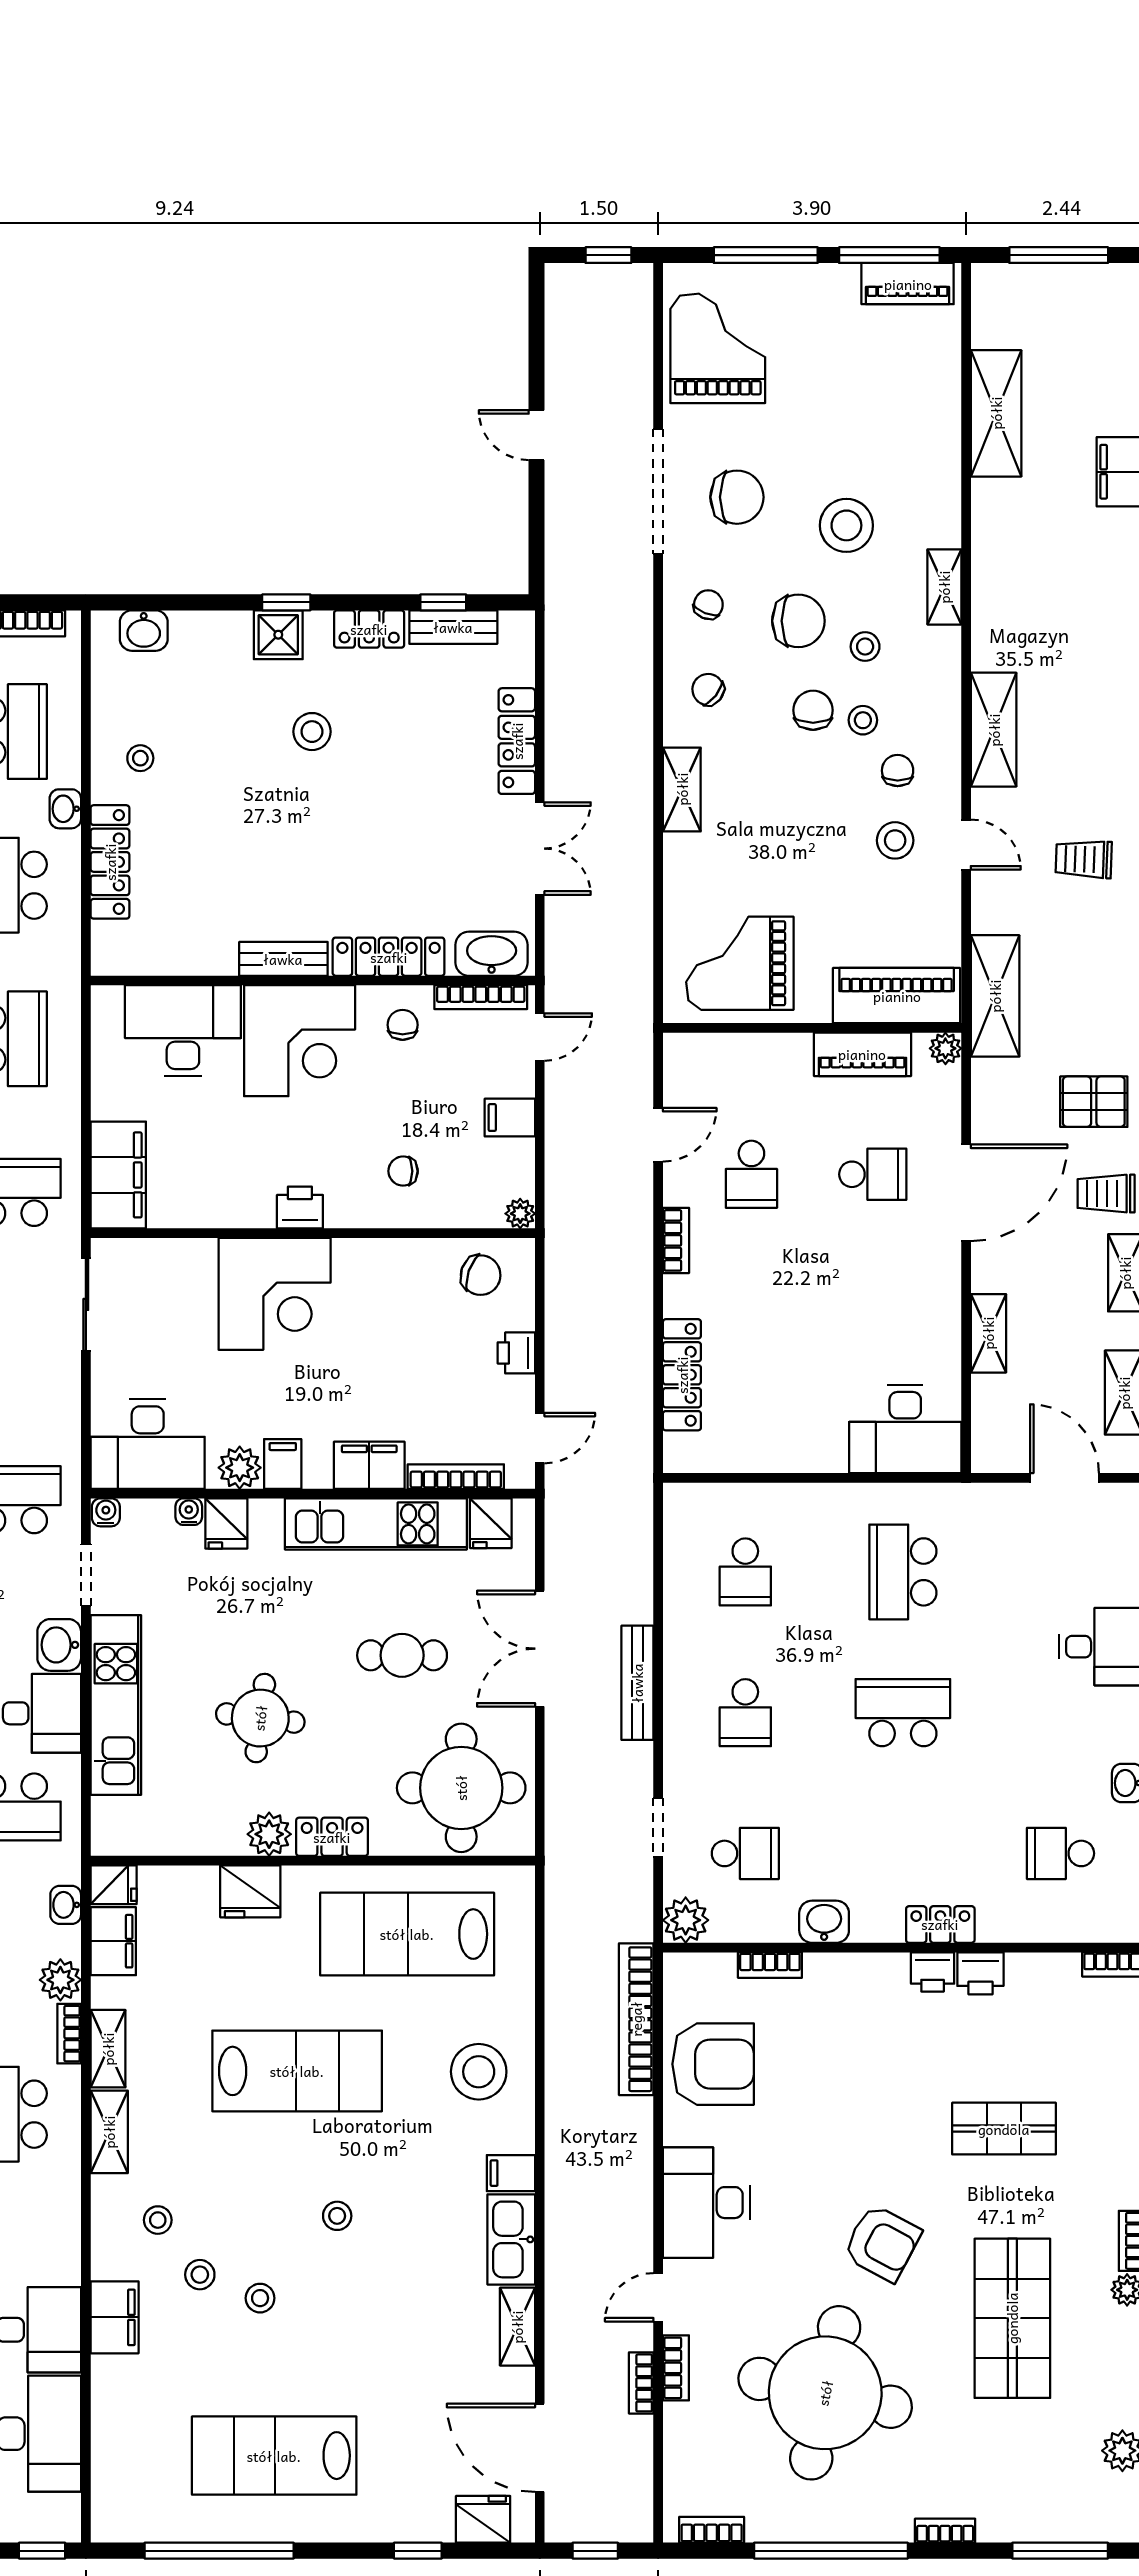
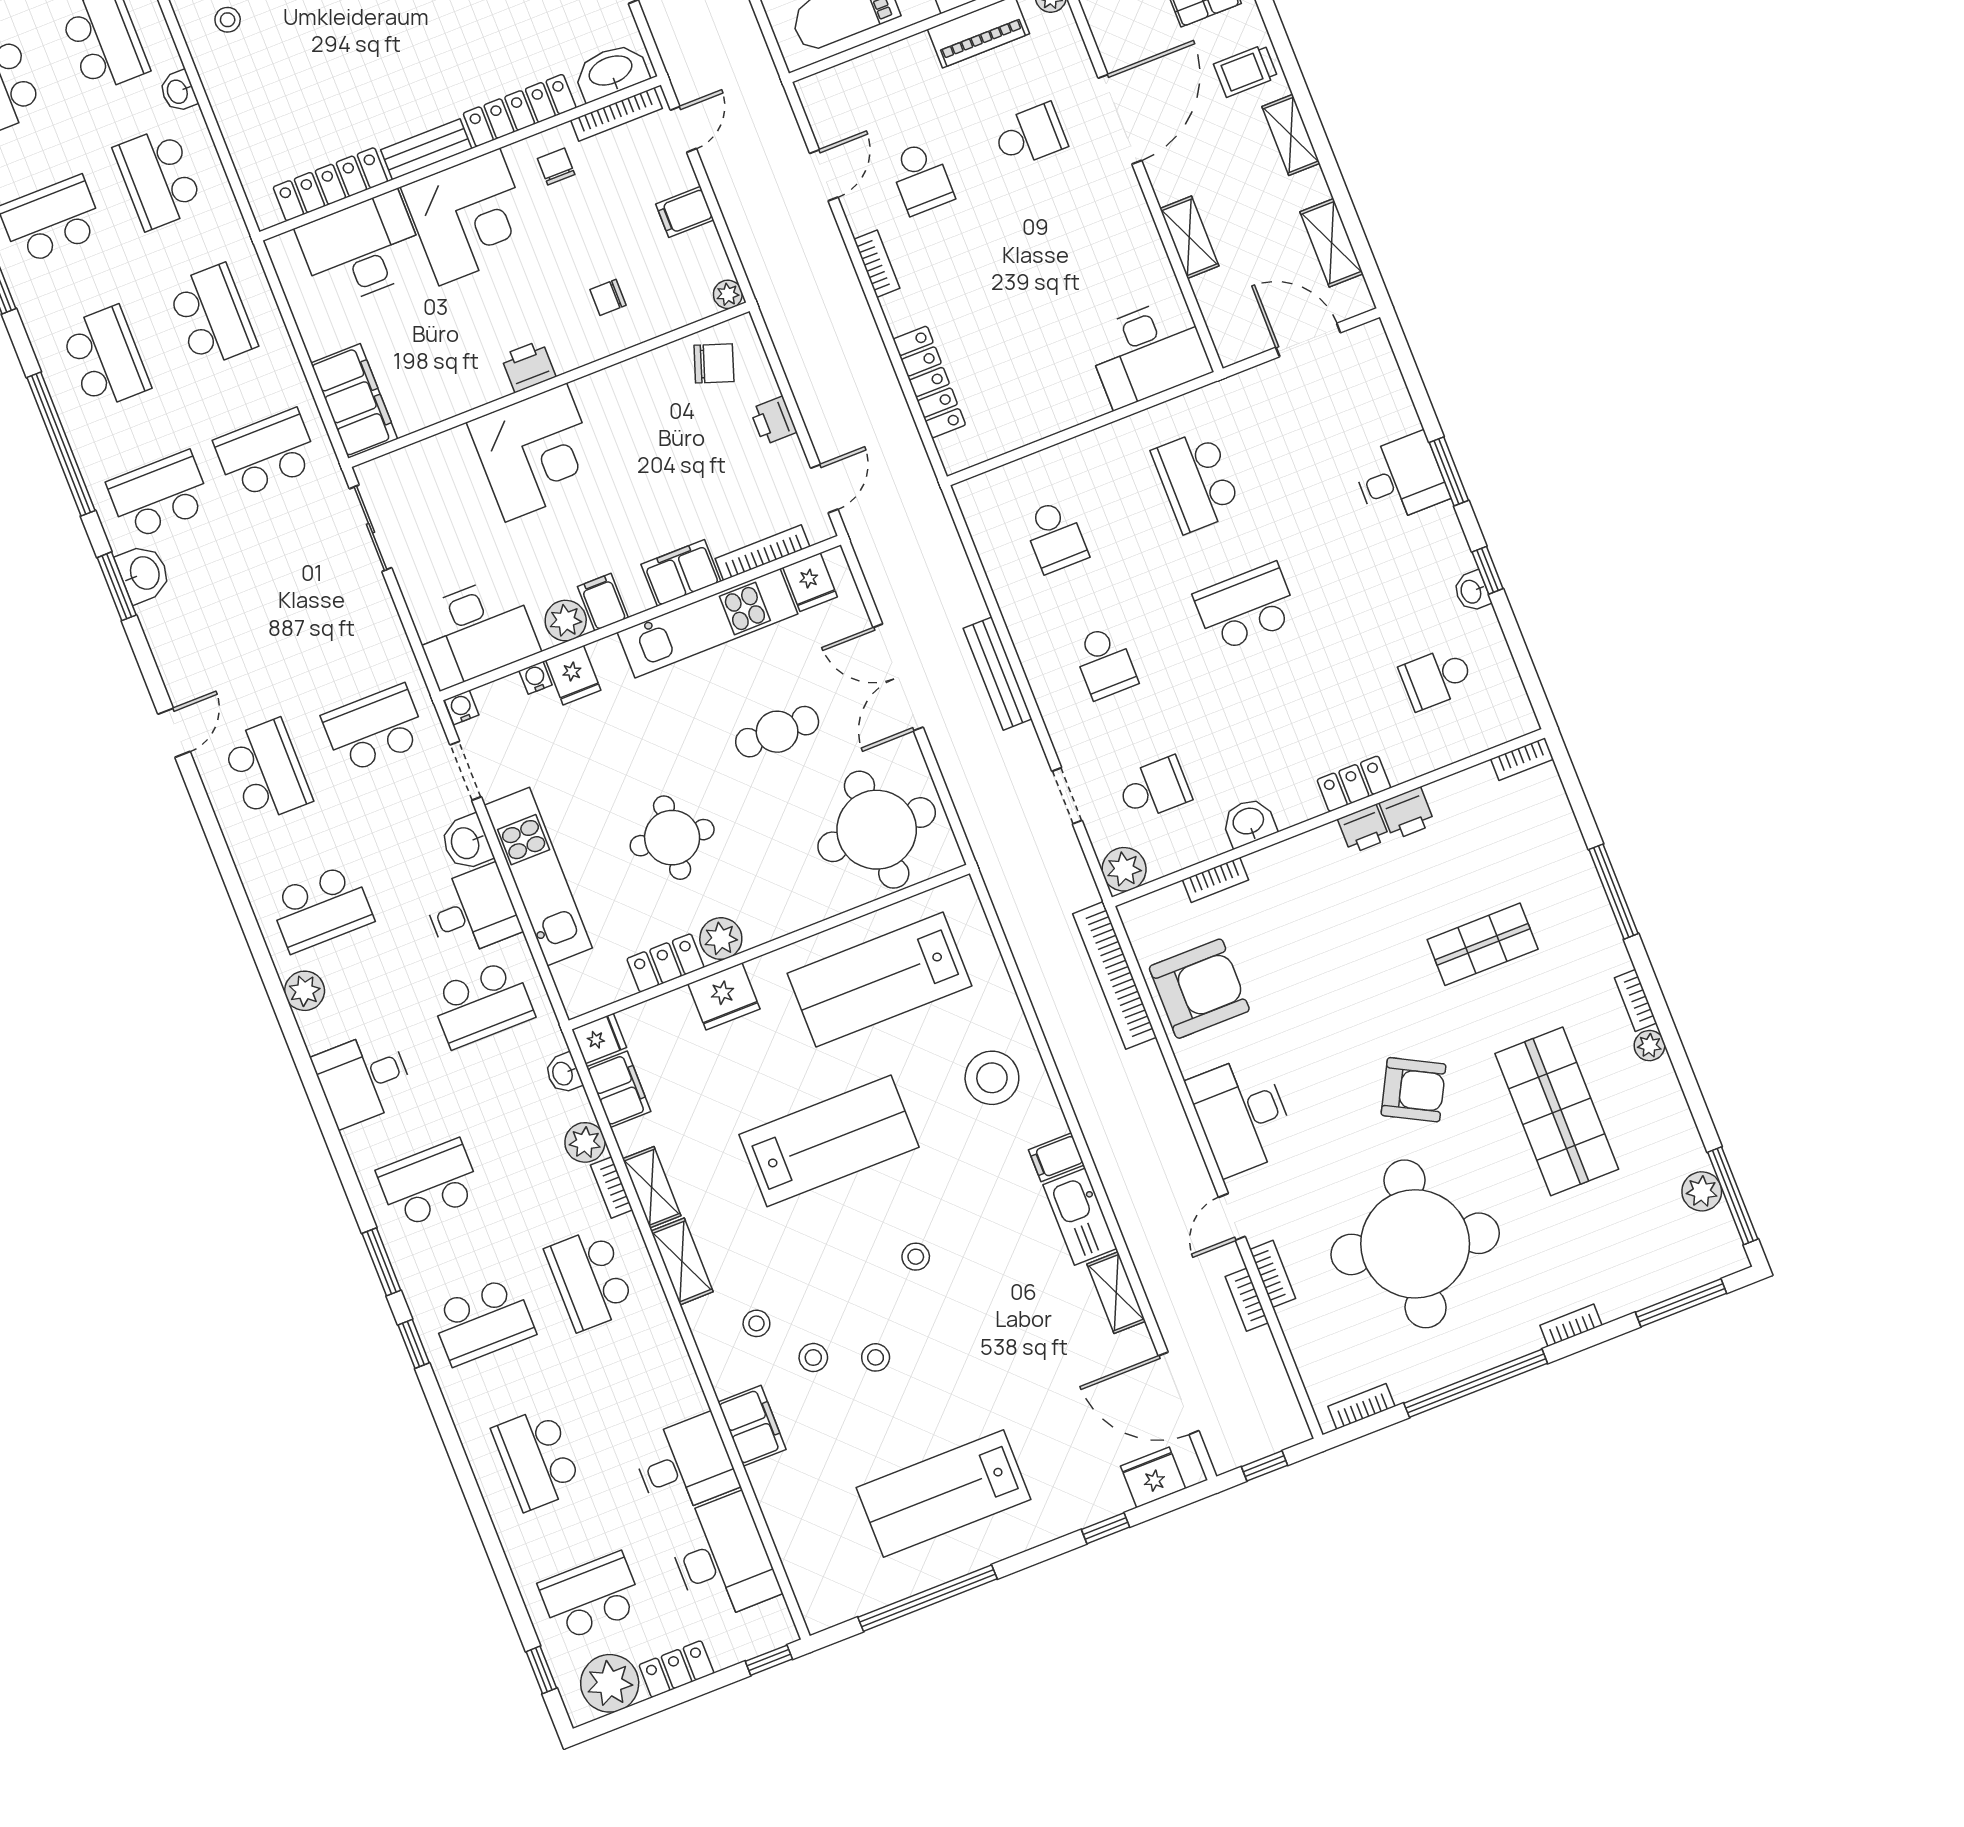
locker: (110, 862) -> (330, 184), moved, turned -90
locker: (332, 1837) -> (665, 963), moved

